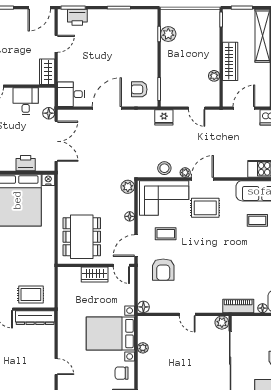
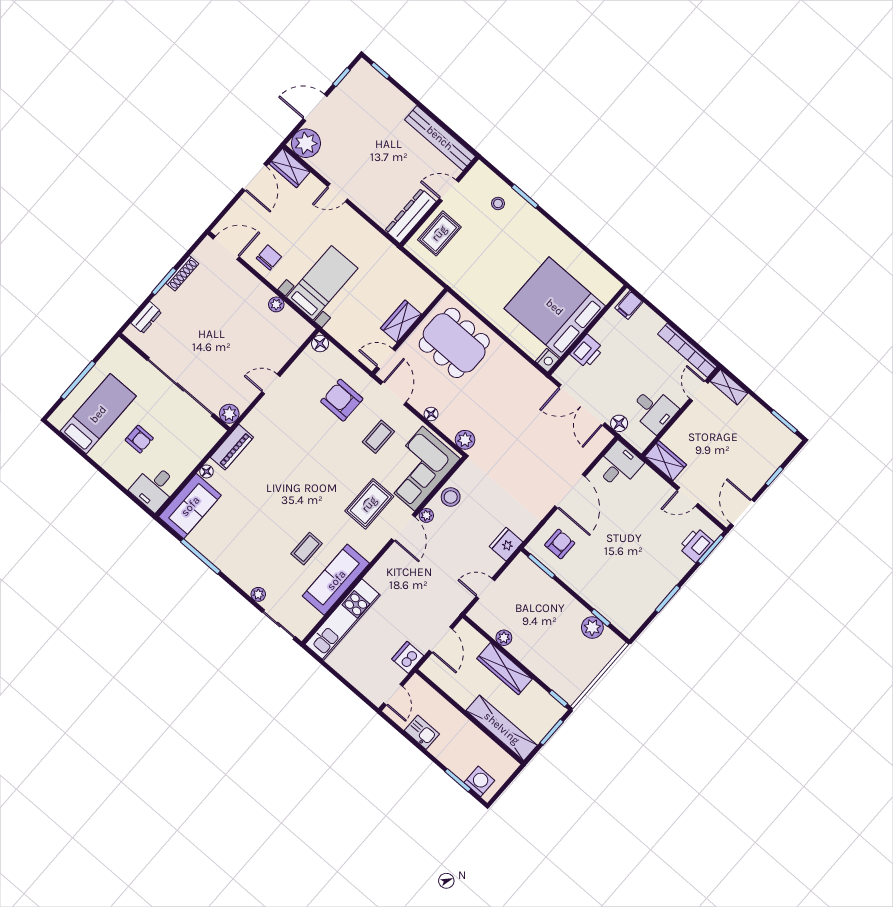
door: (56, 44) -> (687, 497), hinge flipped
bed with nightstands: (110, 334) -> (322, 283), width x0.73

